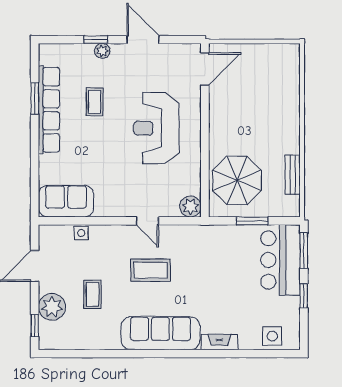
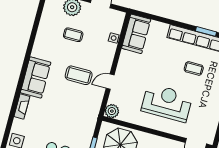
coffee table: (151, 270) -> (79, 75), turned 90
sofa: (160, 333) -> (36, 77), width x0.73

